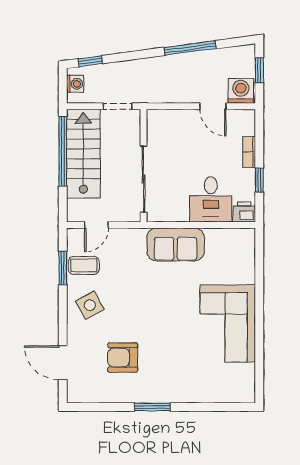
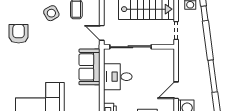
desk: (211, 199) -> (118, 77), moved
door: (96, 225) -> (102, 33), moved

